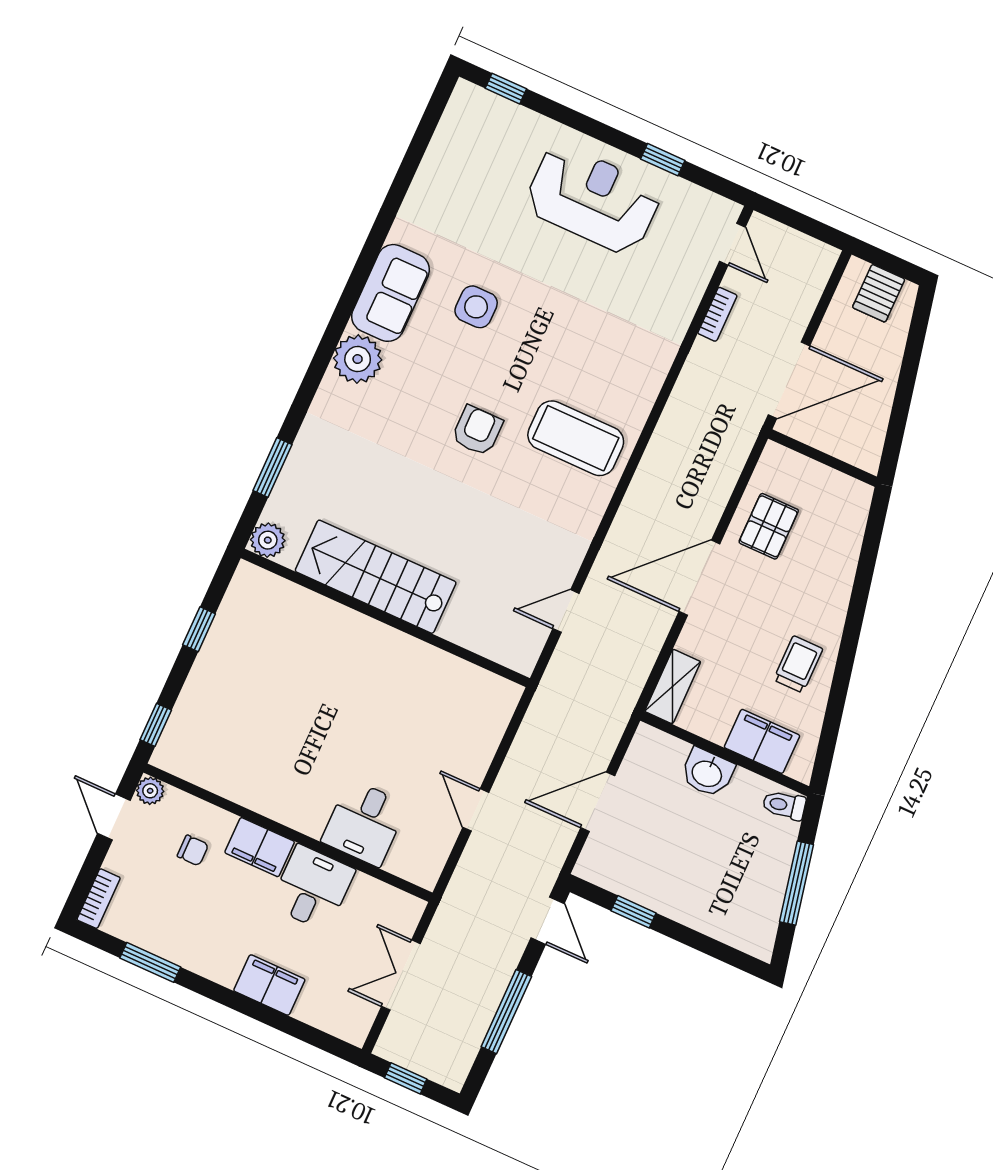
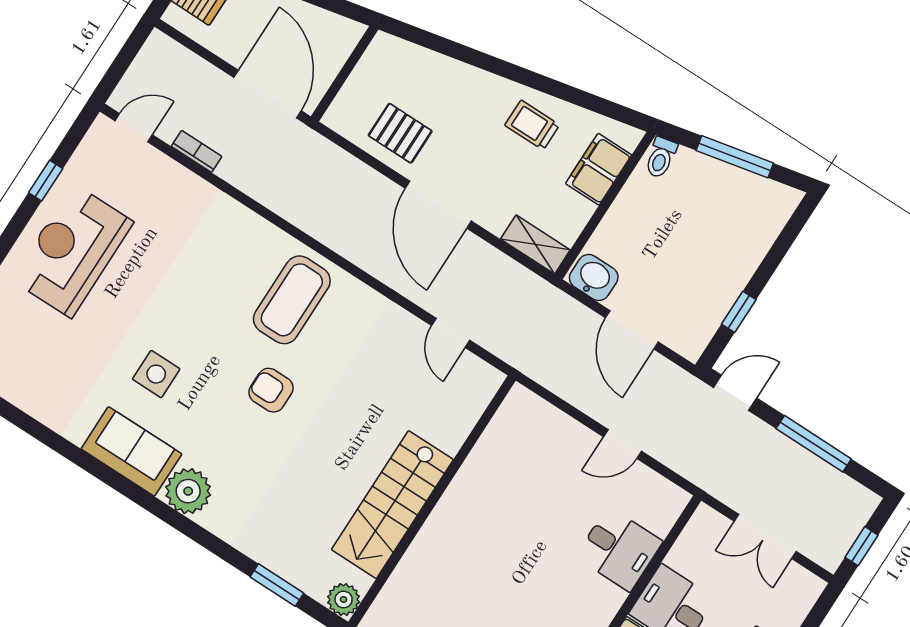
washbasin: (707, 773) -> (594, 277), moved, turned -90

